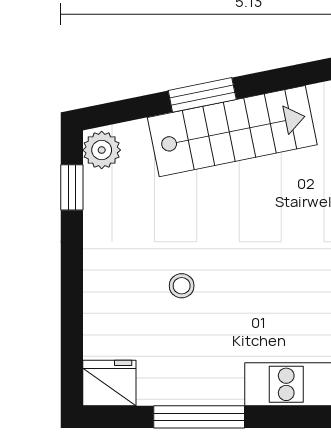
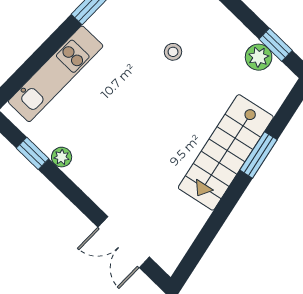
plant: (102, 150) -> (259, 57), moved

